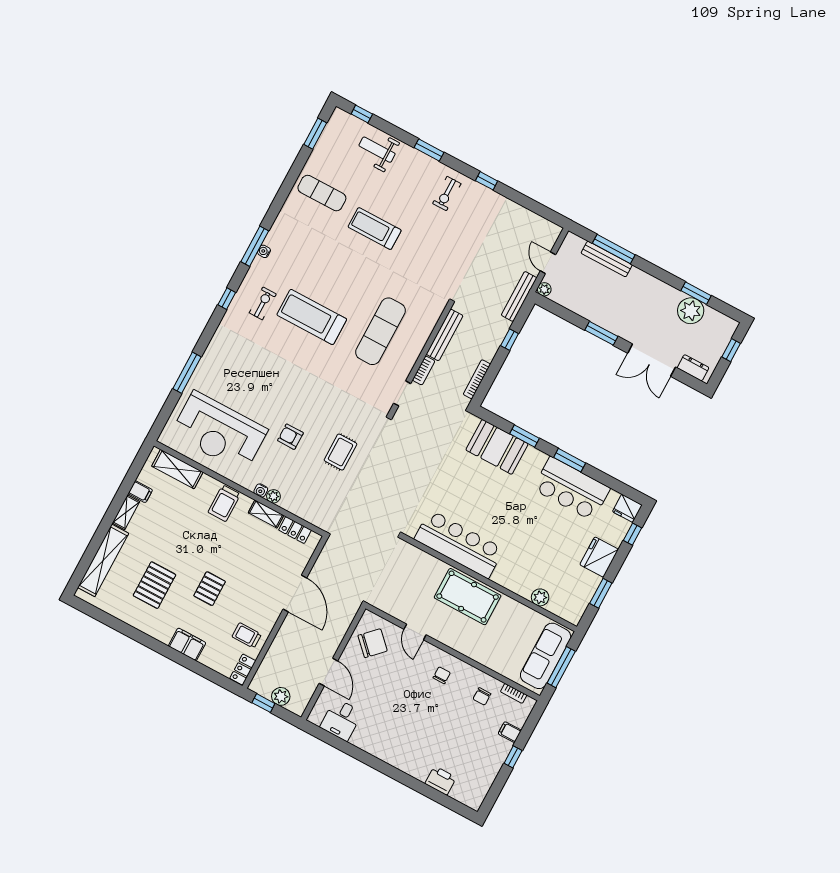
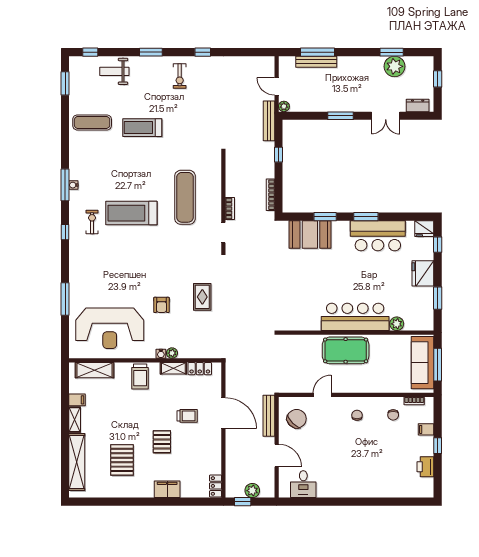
bench: (445, 335) -> (269, 416), moved
double door: (652, 360) -> (386, 116), width x0.73
armchair: (290, 437) -> (161, 305), turned -90
bar counter: (459, 544) -> (355, 317), moved
door: (415, 632) -> (322, 395), swing flipped
trolley: (247, 635) -> (187, 416), moved, turned 180
printer: (441, 781) -> (425, 467), moved, turned -90

